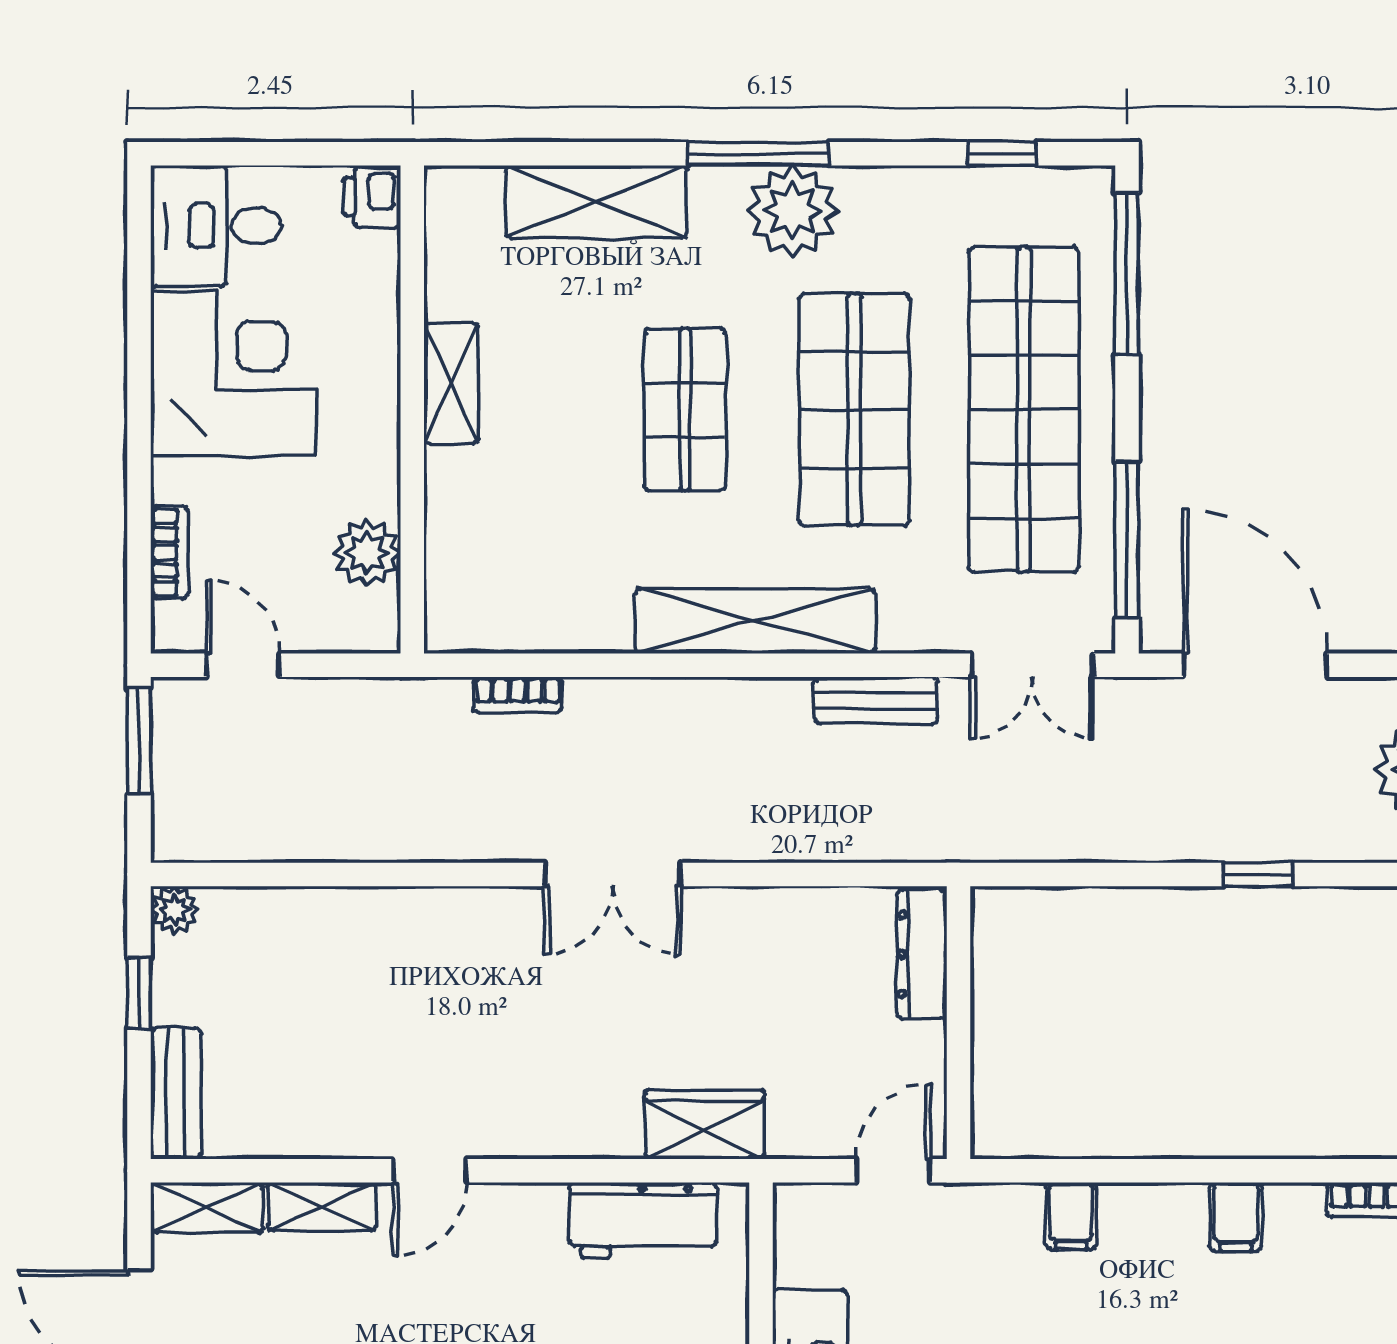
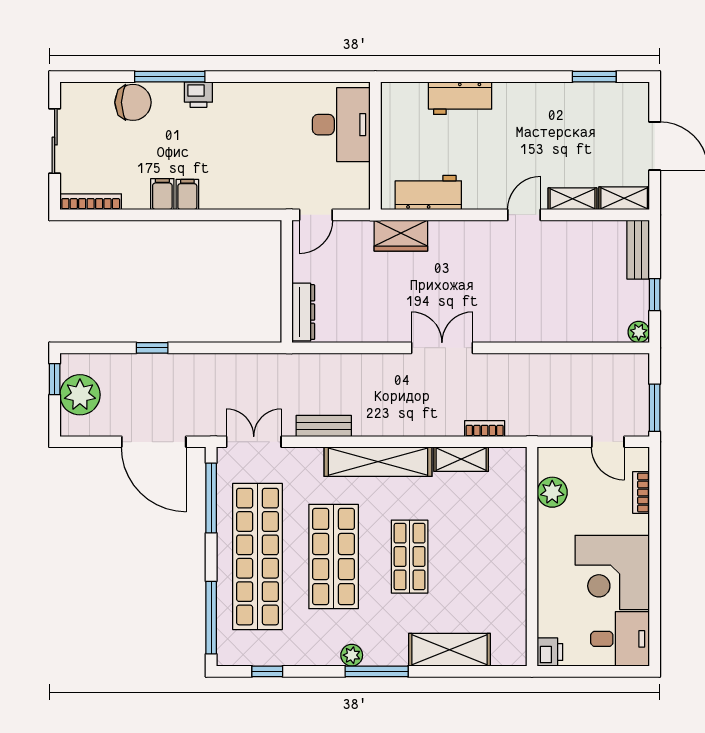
plant: (793, 211) -> (352, 655), width x0.53, depth x0.53
shelving: (451, 383) -> (461, 459), moved, turned 90
filing cabinet: (1071, 1216) -> (187, 195), moved

